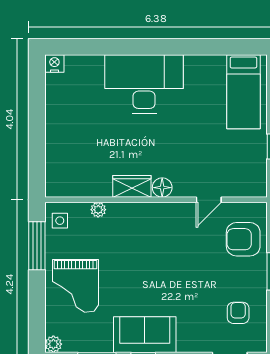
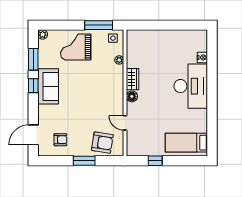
nightstand: (54, 63) -> (202, 57), moved
armchair: (243, 239) -> (102, 143), turned 99

